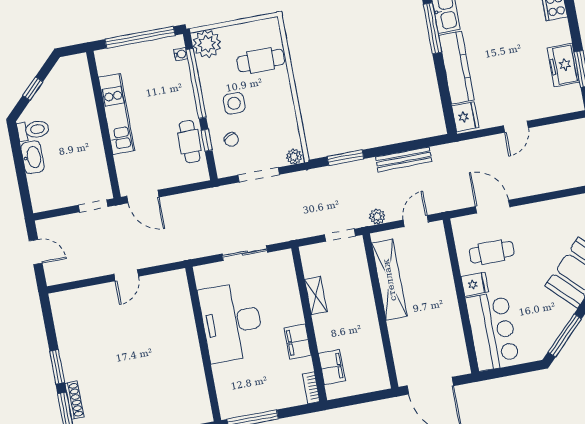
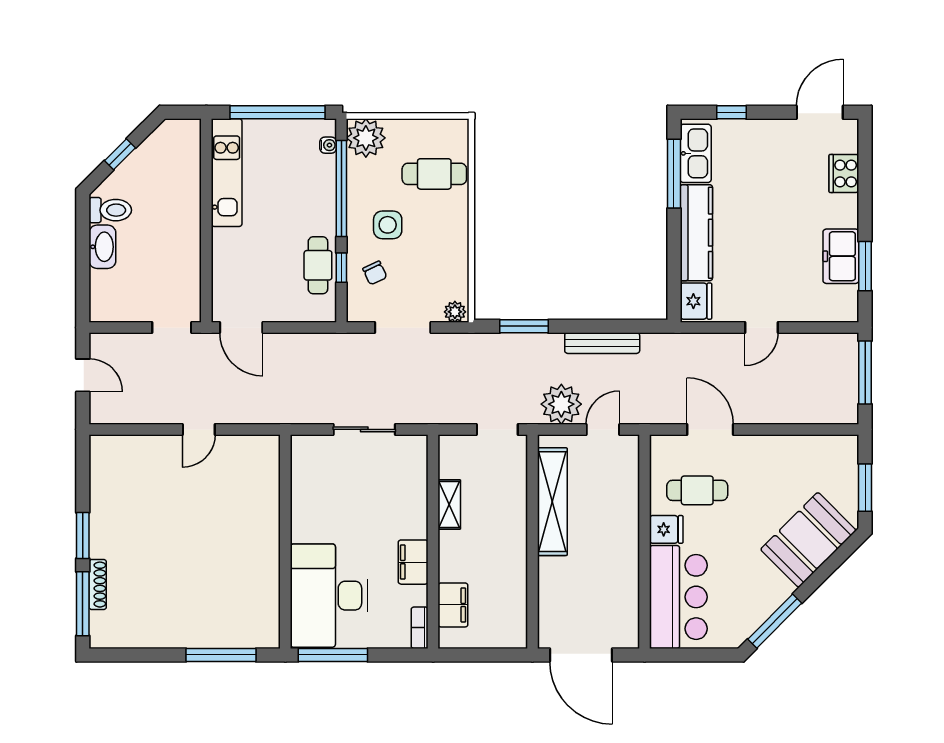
kitchen unit: (117, 114) -> (227, 173), moved
plant: (377, 217) -> (561, 404), width x1.88, depth x1.88
desk: (232, 322) -> (329, 596), moved

